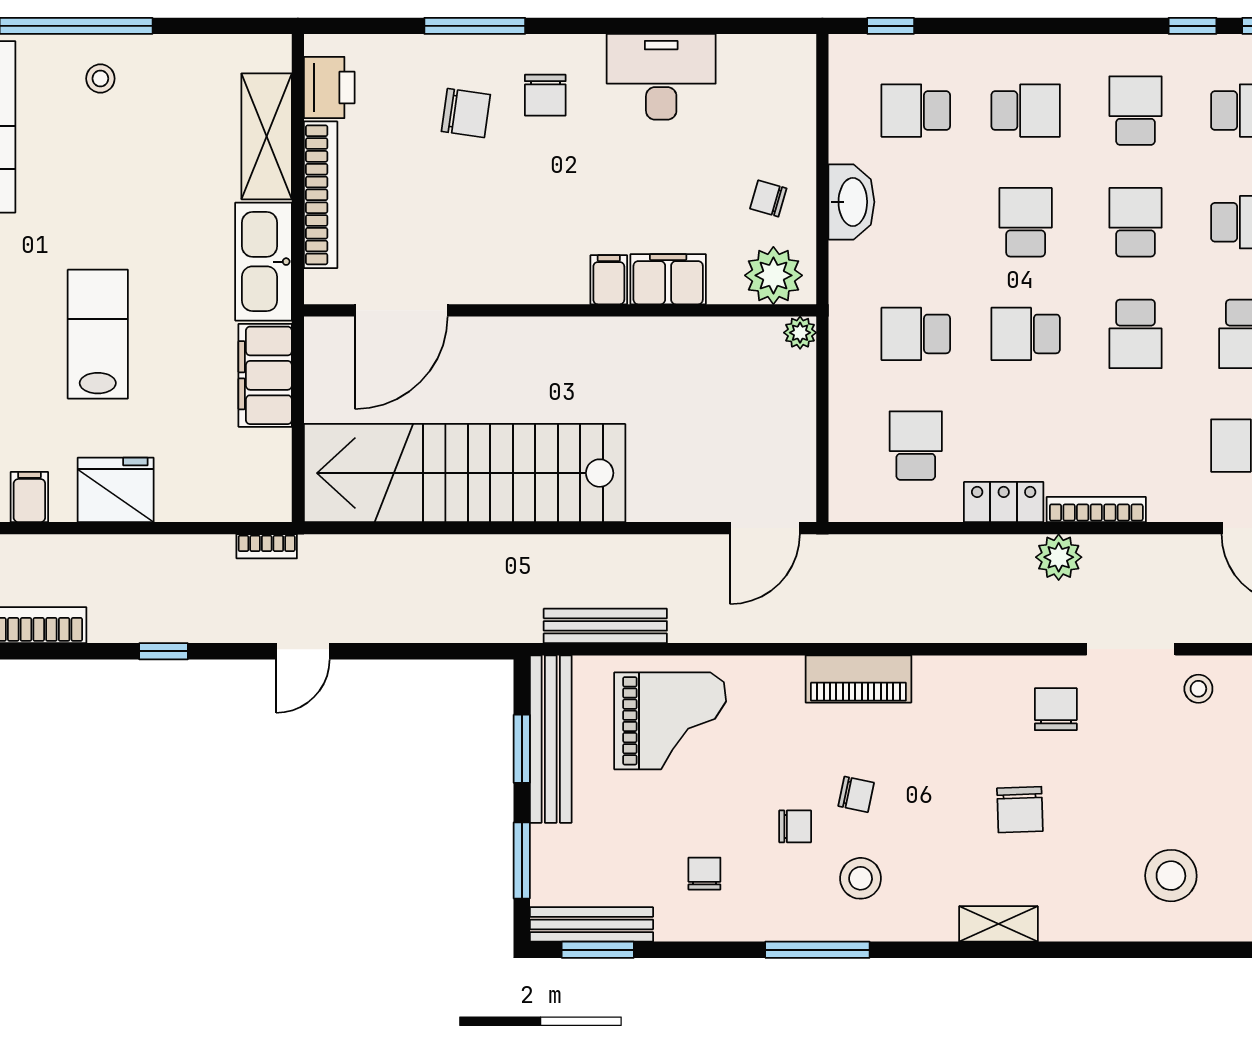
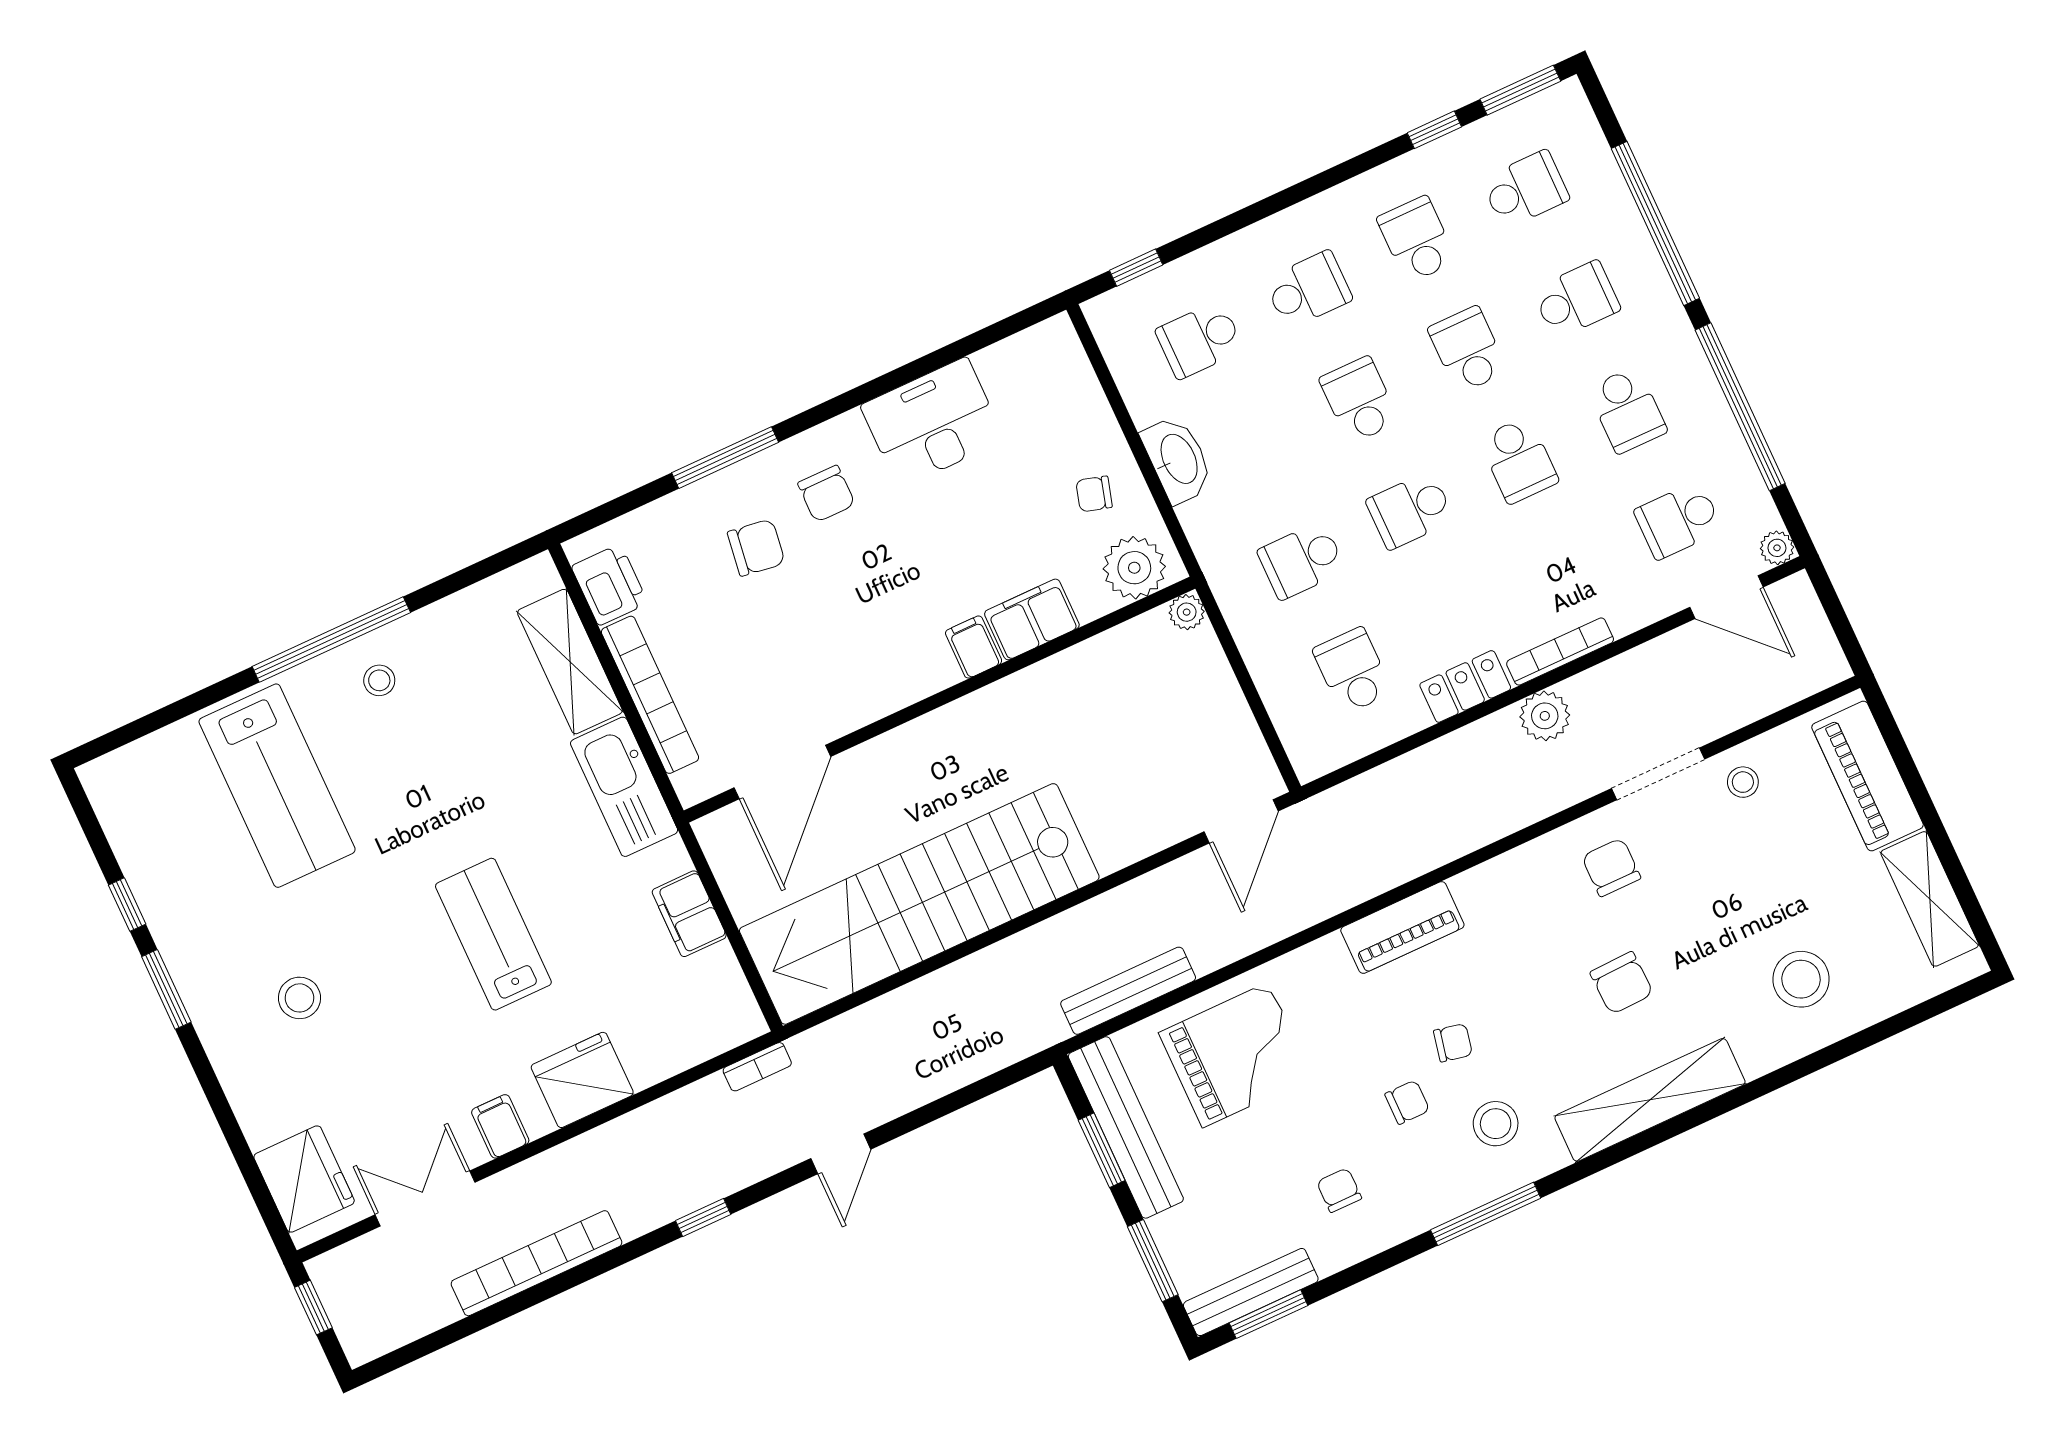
filing cabinet: (265, 375) -> (689, 914), width x0.67, depth x0.86
shelving: (998, 924) -> (1650, 1100), width x2.20, depth x1.33

